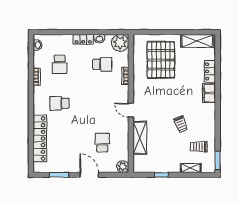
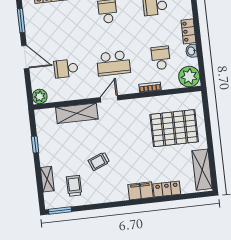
school desk: (102, 64) -> (161, 58), turned 180
school desk: (102, 103) -> (113, 63), added
school desk: (102, 143) -> (66, 69), turned 180
door: (89, 175) -> (25, 57), hinge flipped

